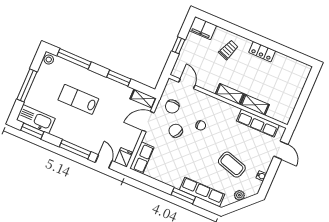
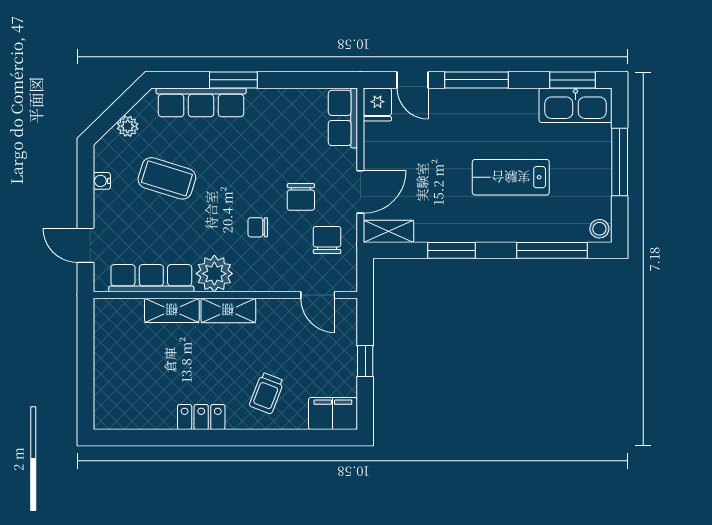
lab bench: (78, 99) -> (511, 177), turned 180
plant: (229, 113) -> (214, 274), added
chair: (176, 131) -> (301, 197), turned 62

